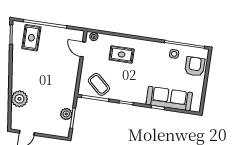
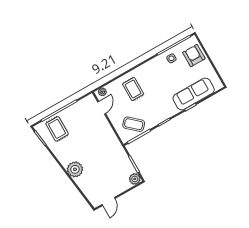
door: (83, 49) -> (102, 108), swing flipped
rug: (122, 54) -> (133, 89), turned 90
plant: (19, 99) -> (75, 169), moved
plant: (66, 114) -> (135, 179), moved

